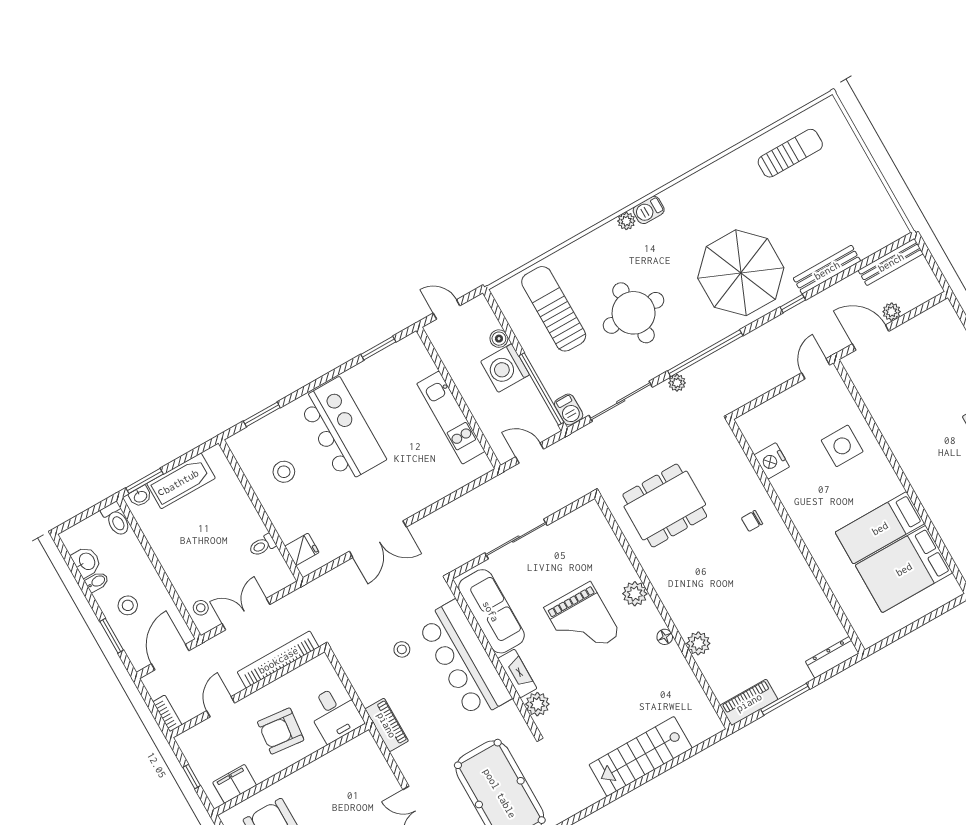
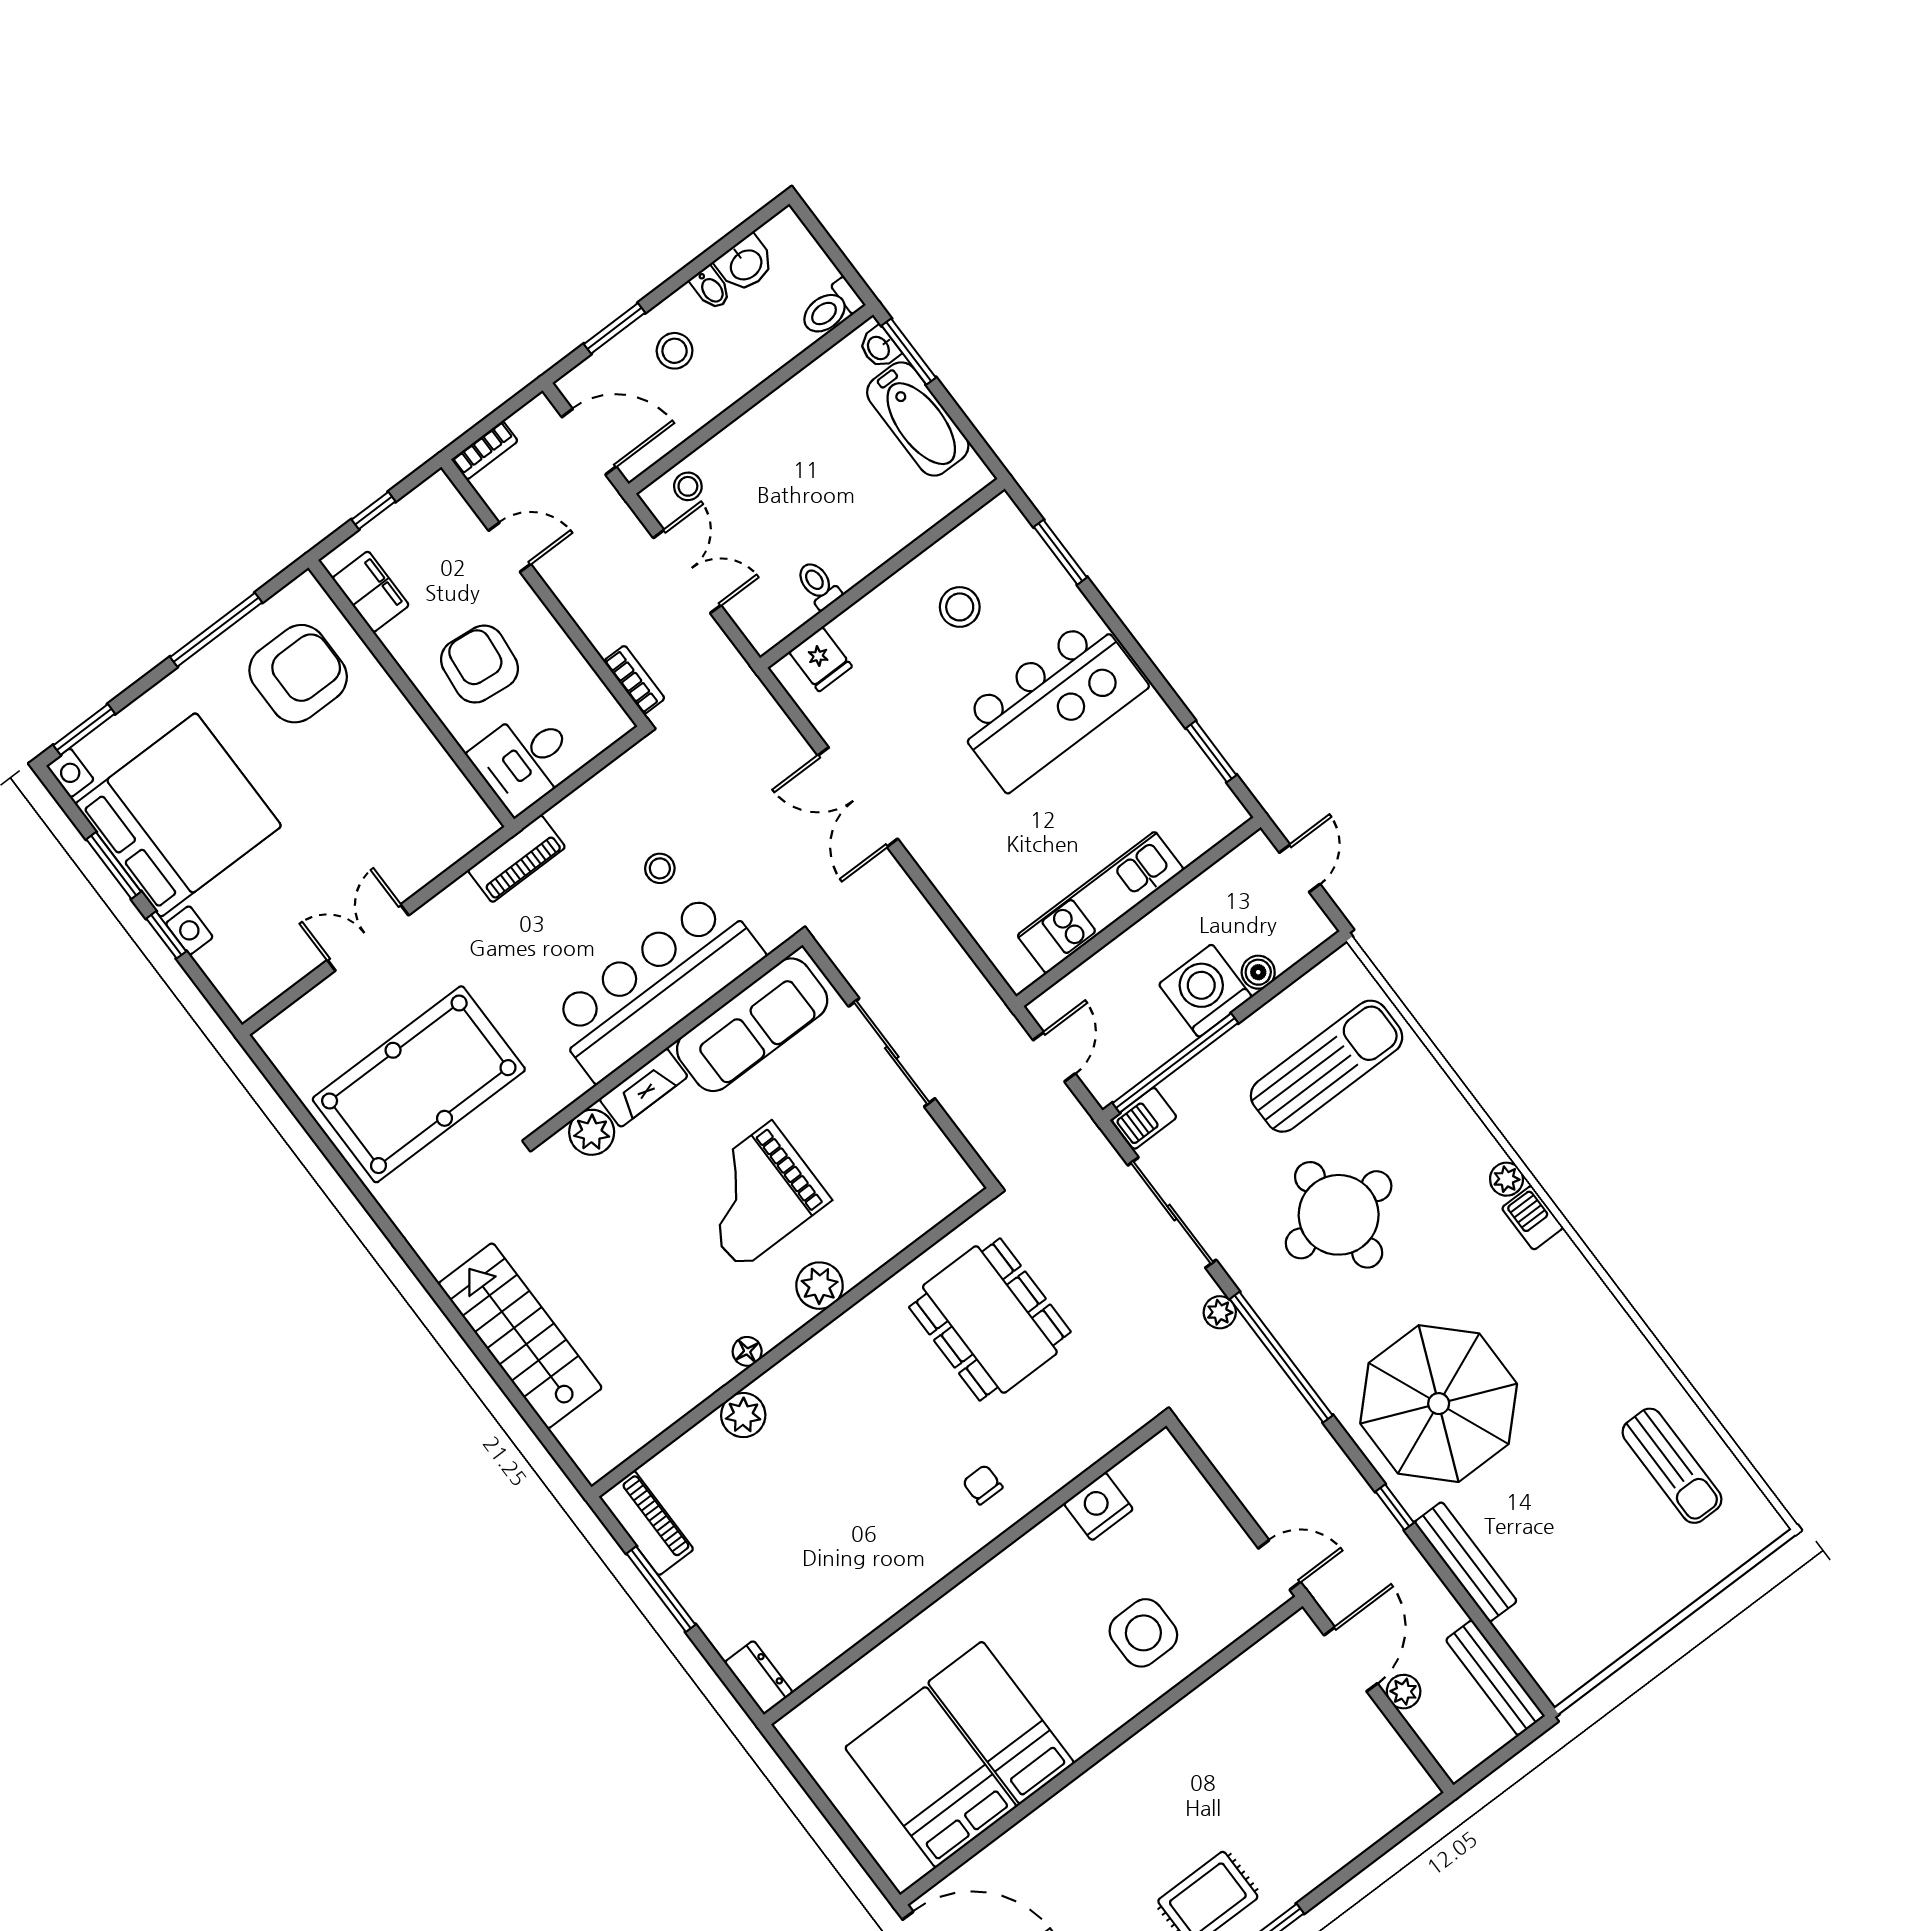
dresser: (832, 657) -> (759, 1678), width x0.70
bookcase: (278, 660) -> (634, 680), width x0.43, depth x0.76

